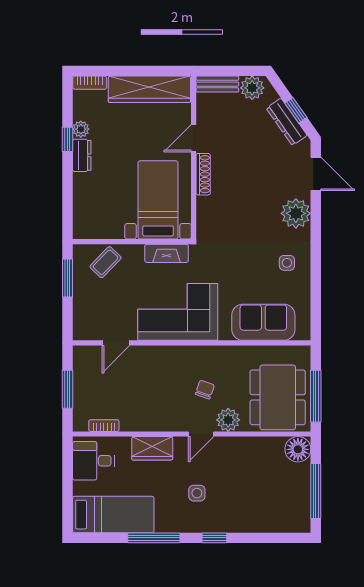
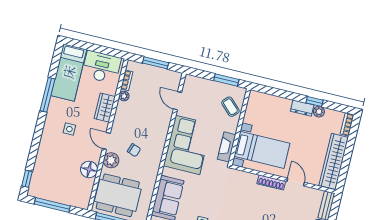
plant: (128, 424) -> (124, 96), added
floor lamp: (298, 449) -> (89, 169), moved
desk: (93, 461) -> (101, 67), width x1.37
window: (214, 538) -> (27, 179), moved

